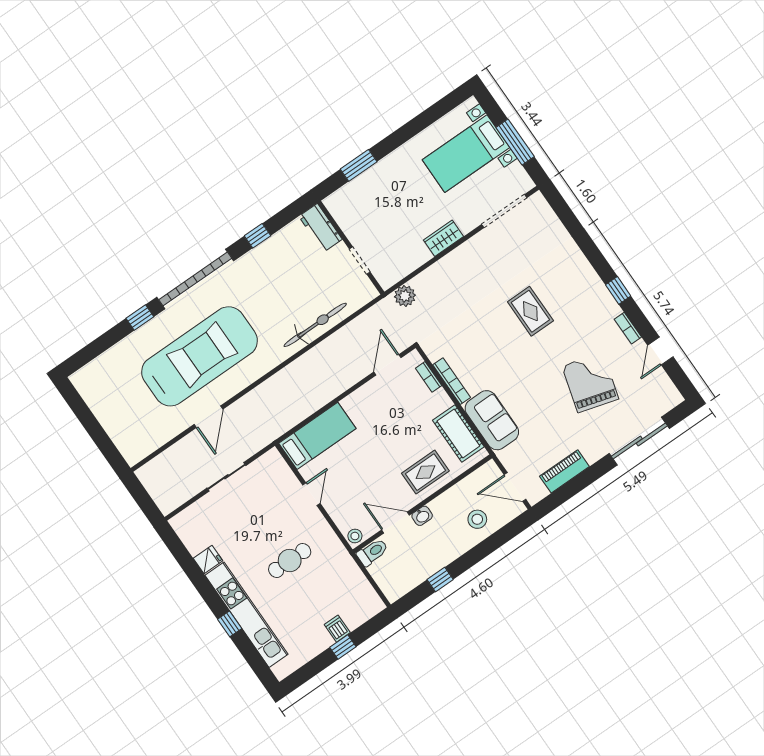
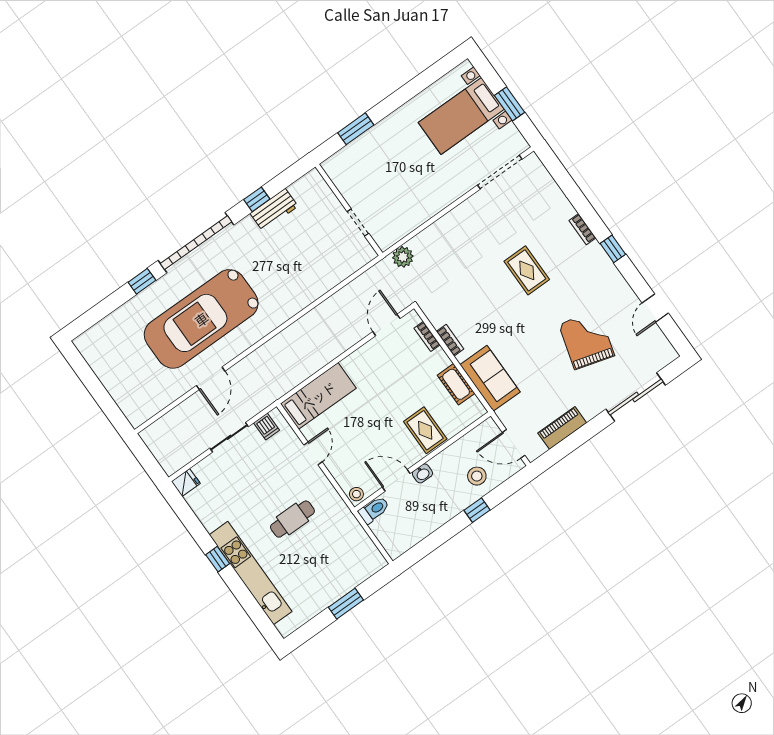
window: (515, 142) -> (510, 104), width x0.69
workbench: (321, 228) -> (274, 210), moved, turned -90
wardrobe: (444, 238) -> (440, 200), removed
bicycle: (315, 325) -> (315, 287), removed
bookcase: (628, 328) -> (582, 229), moved
car: (199, 356) -> (201, 319), turned 180
bookcase: (452, 381) -> (450, 340), width x0.64
cot: (458, 434) -> (456, 384), width x0.73, depth x0.75
rug: (425, 472) -> (425, 430), turned 90
fridge: (208, 560) -> (186, 482), moved
window: (440, 579) -> (477, 510), moved
window: (230, 624) -> (218, 559), moved
dishwasher: (337, 629) -> (266, 427), moved, turned 180
window: (343, 647) -> (346, 604), width x1.50

